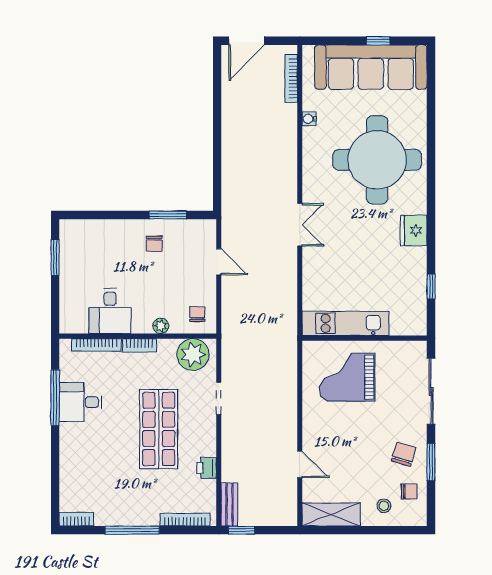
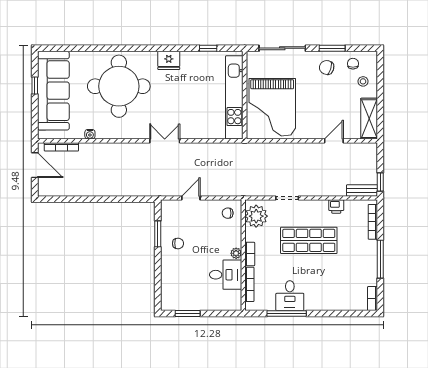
door: (247, 41) -> (35, 165), moved
kitchen unit: (346, 323) -> (234, 97), width x1.36
plant: (161, 326) -> (236, 253), moved
grand piano: (347, 377) -> (272, 107), width x1.37, depth x1.48

